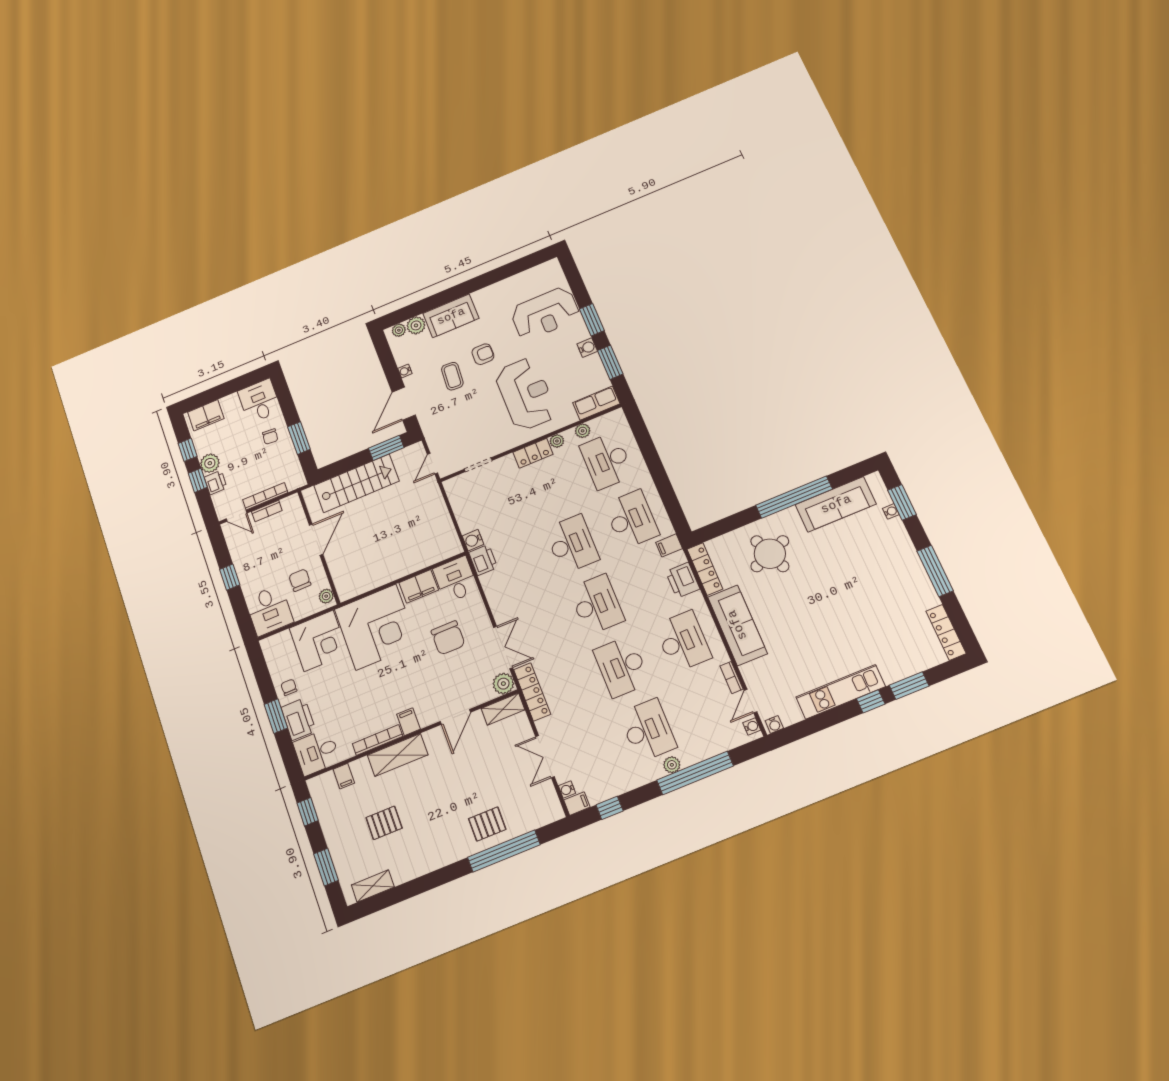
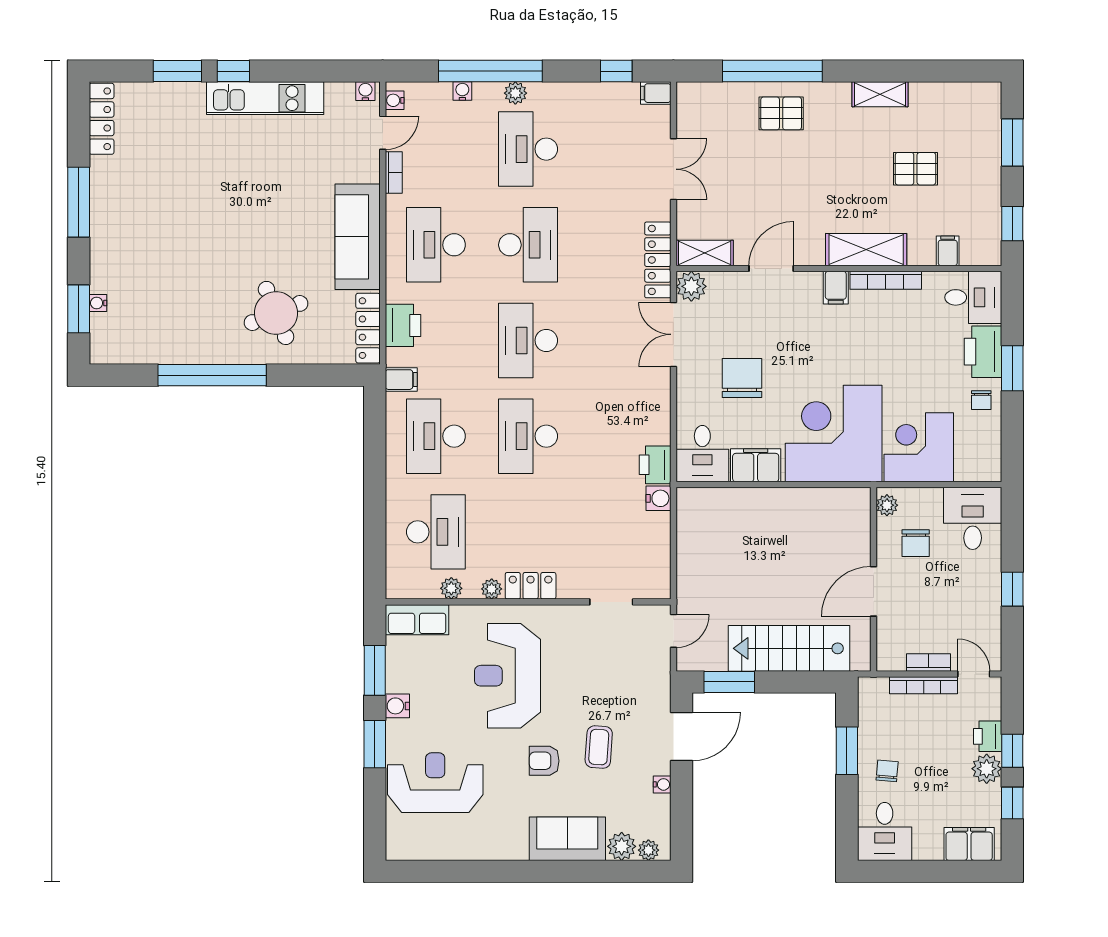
sofa: (836, 504) -> (163, 343), removed
water cooler: (567, 790) -> (462, 91), moved, turned -90
shelving: (373, 886) -> (880, 94), moved

